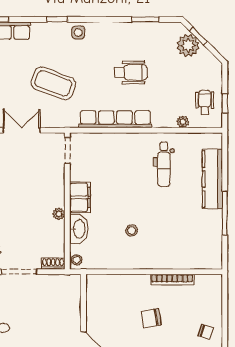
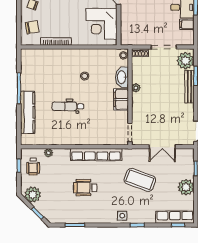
plant: (188, 45) -> (33, 195), moved
dental chair: (164, 164) -> (68, 106), moved, turned -90
corner desk: (108, 305) -> (101, 24), added
chair: (151, 318) -> (32, 27), moved

